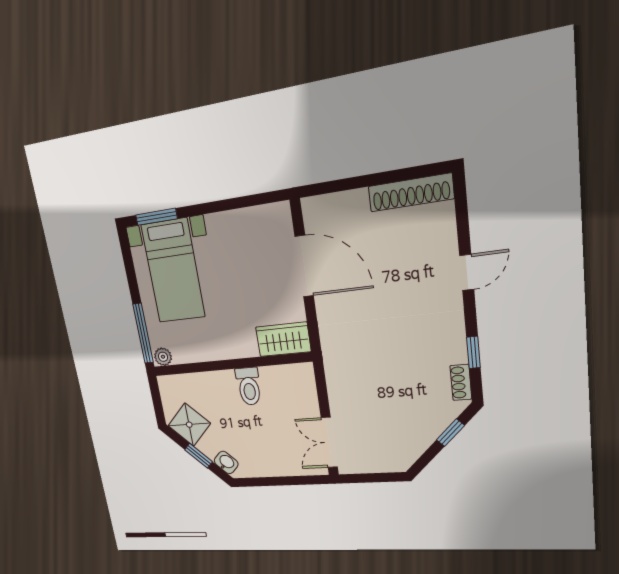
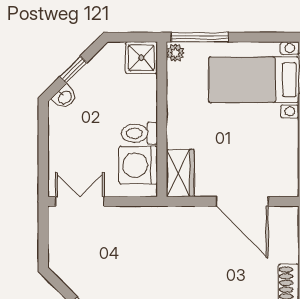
door: (304, 266) -> (242, 201), hinge flipped
washing machine: (282, 385) -> (138, 165), added
shower: (189, 425) -> (141, 58), moved, turned 45

